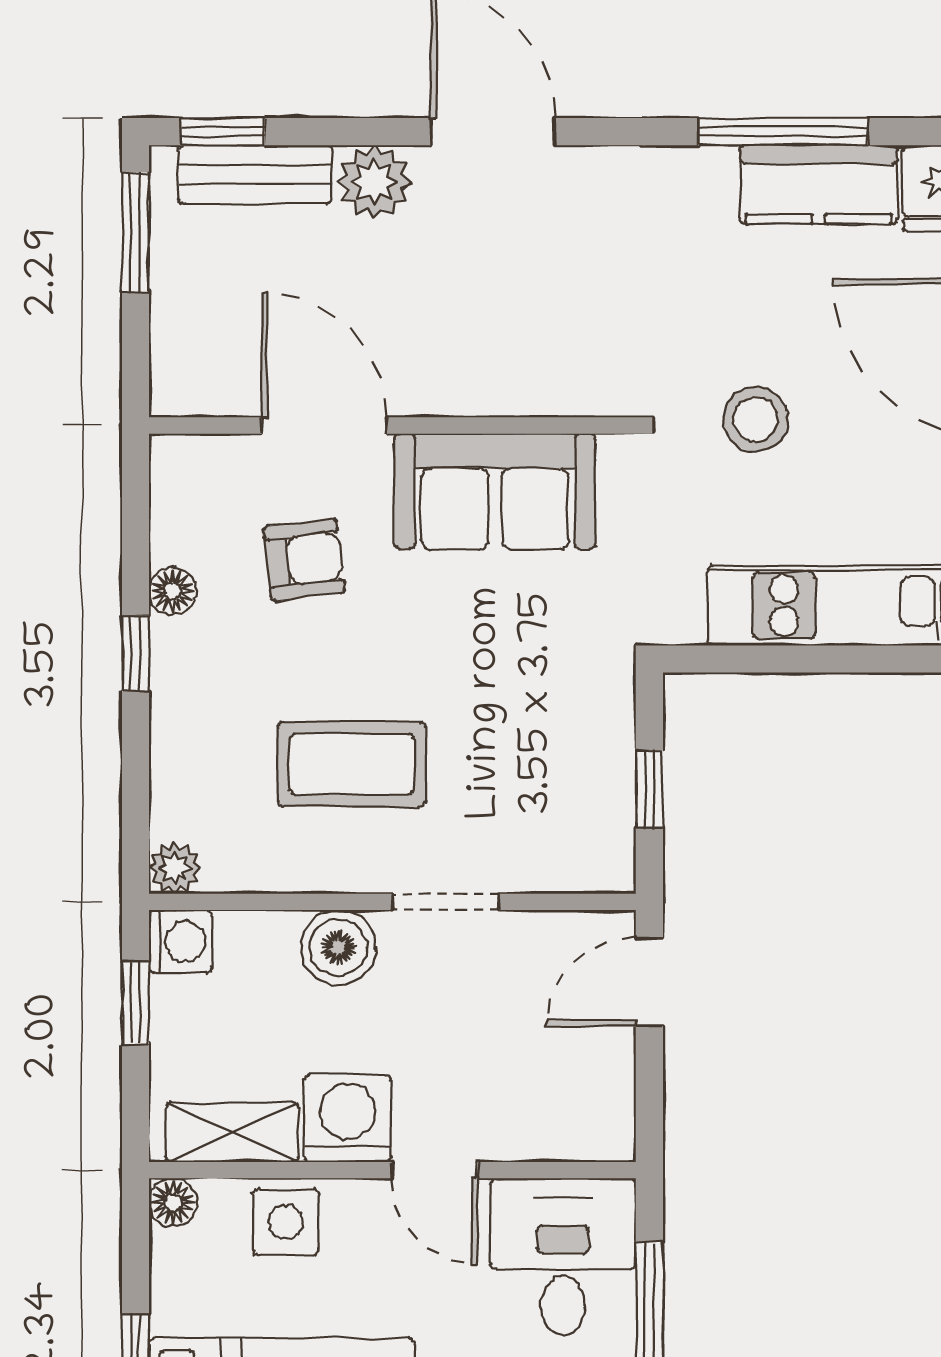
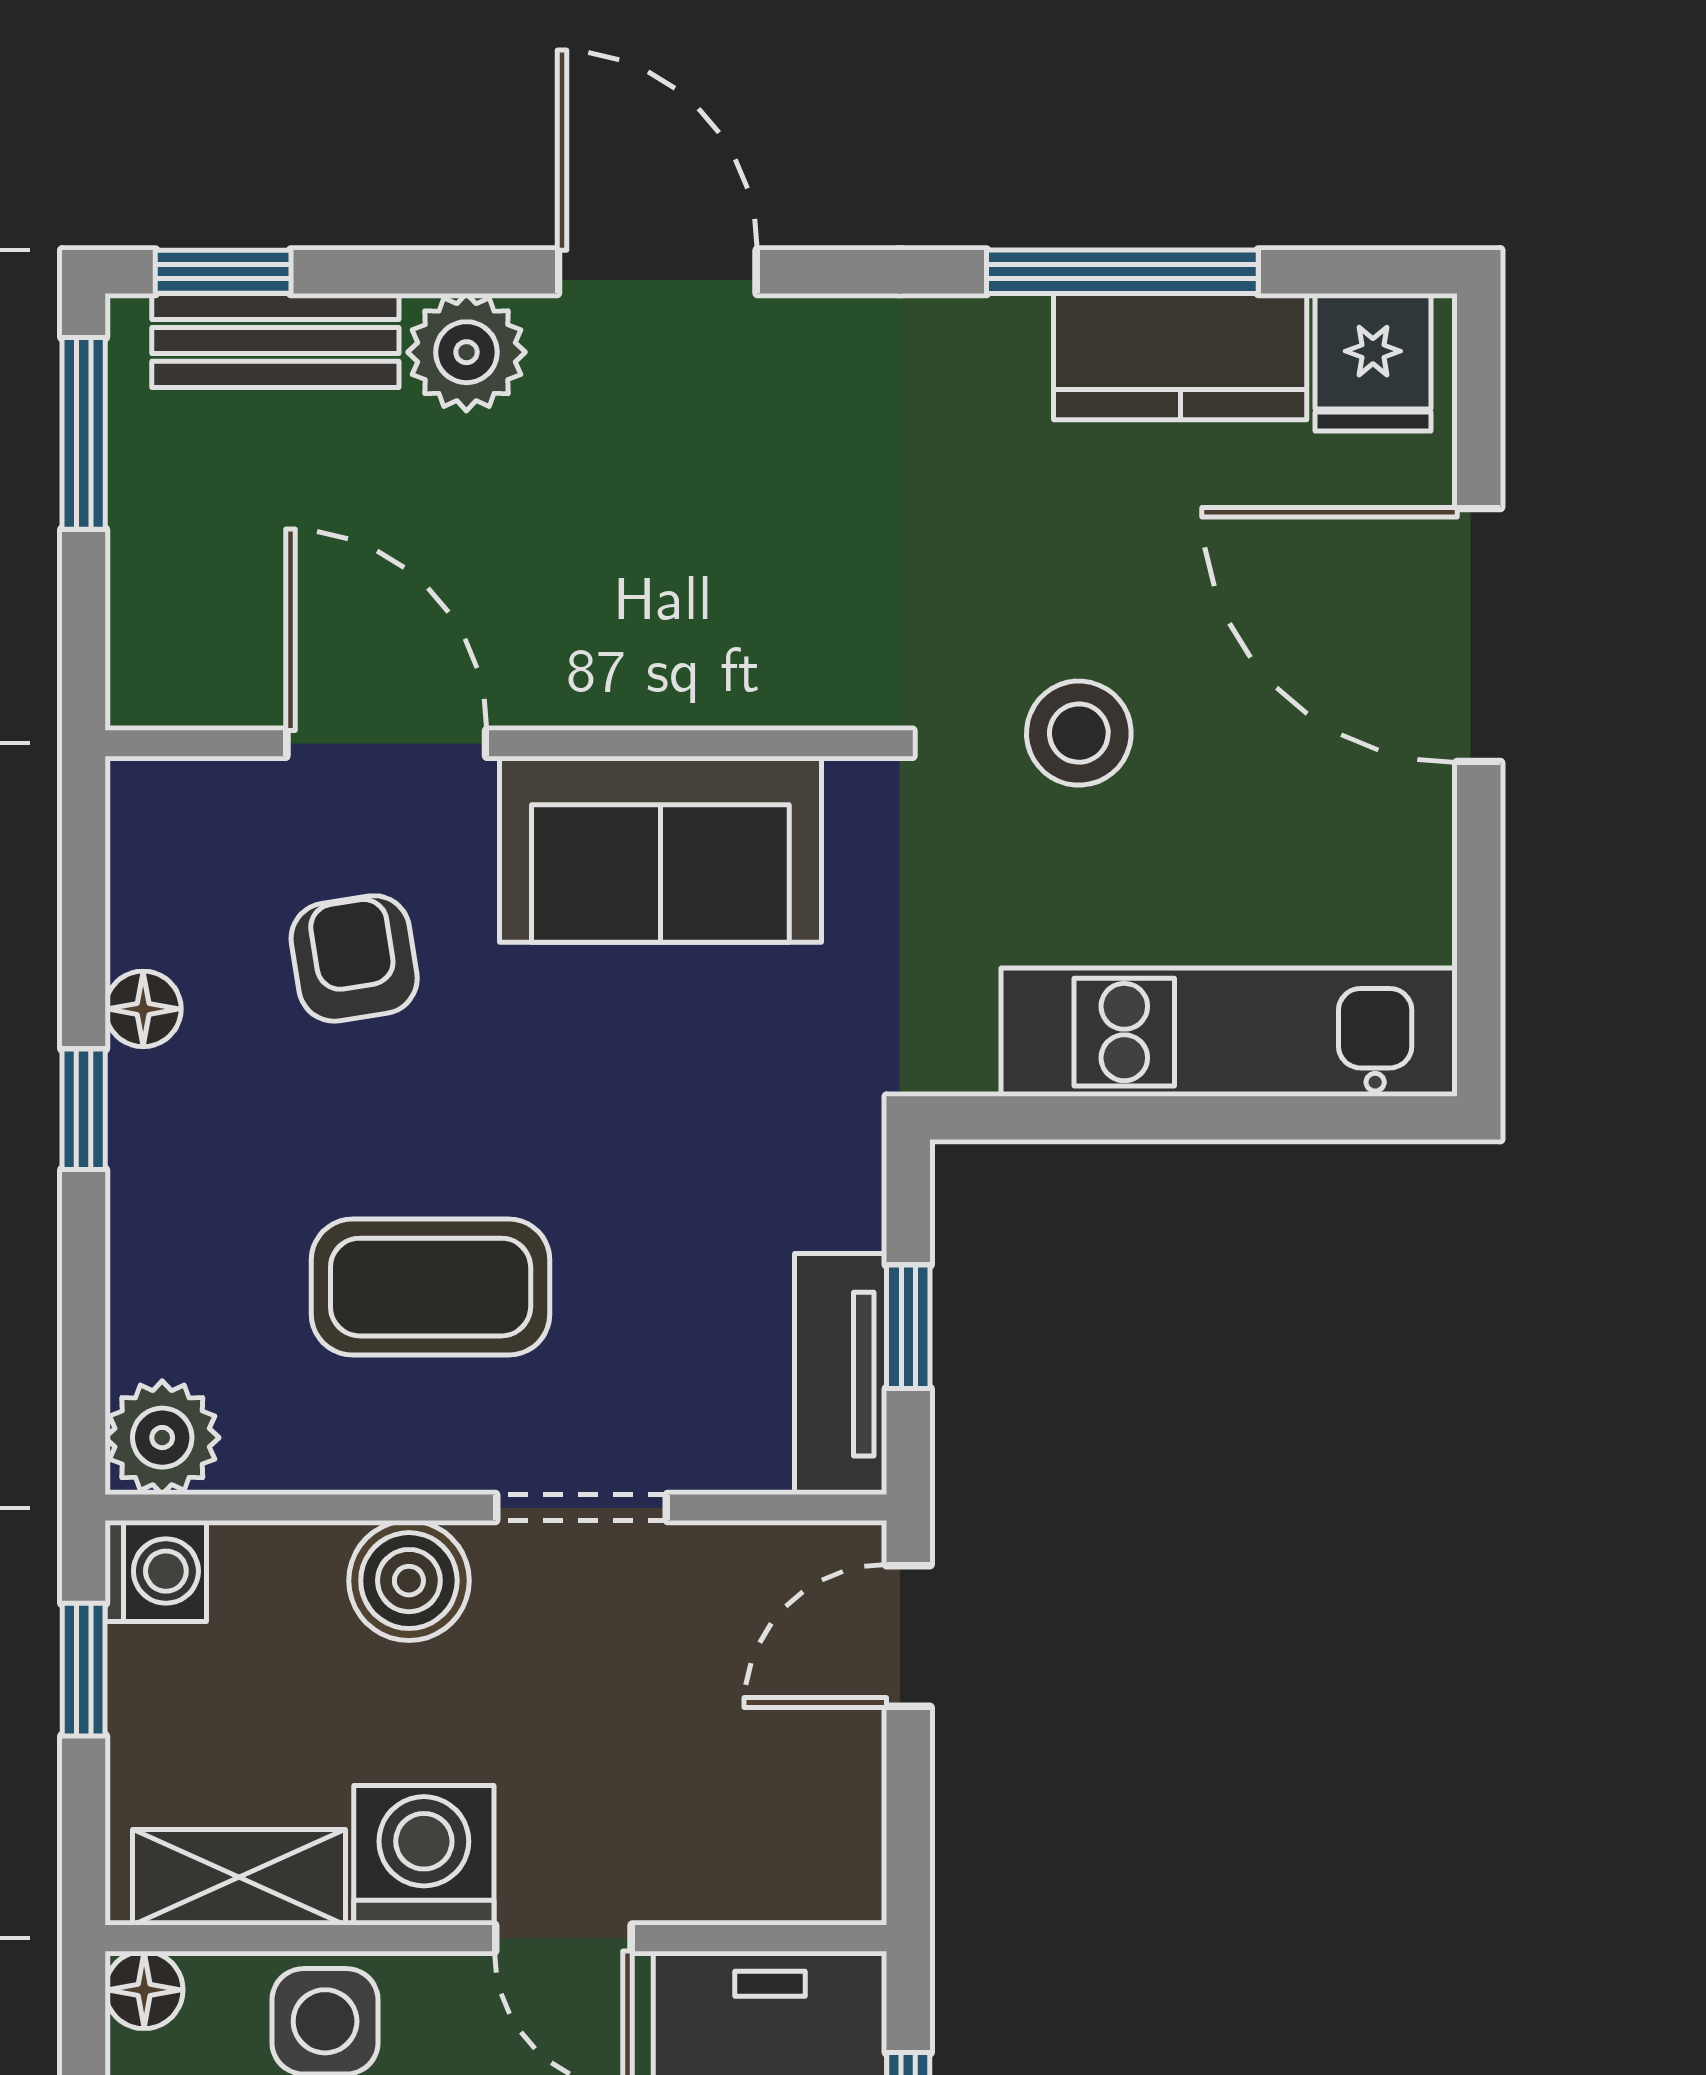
armchair: (304, 560) -> (354, 958), turned -92
tv unit: (607, 819) -> (841, 1374), added
plant: (175, 868) -> (162, 1438), width x1.38, depth x1.38

